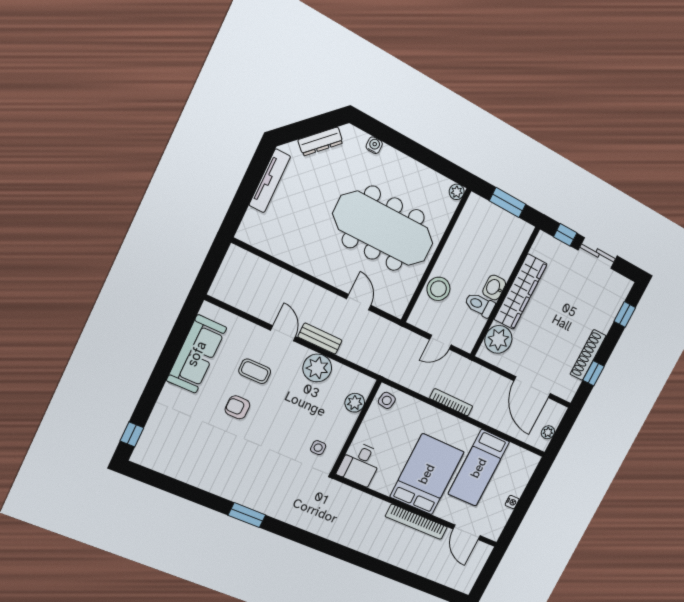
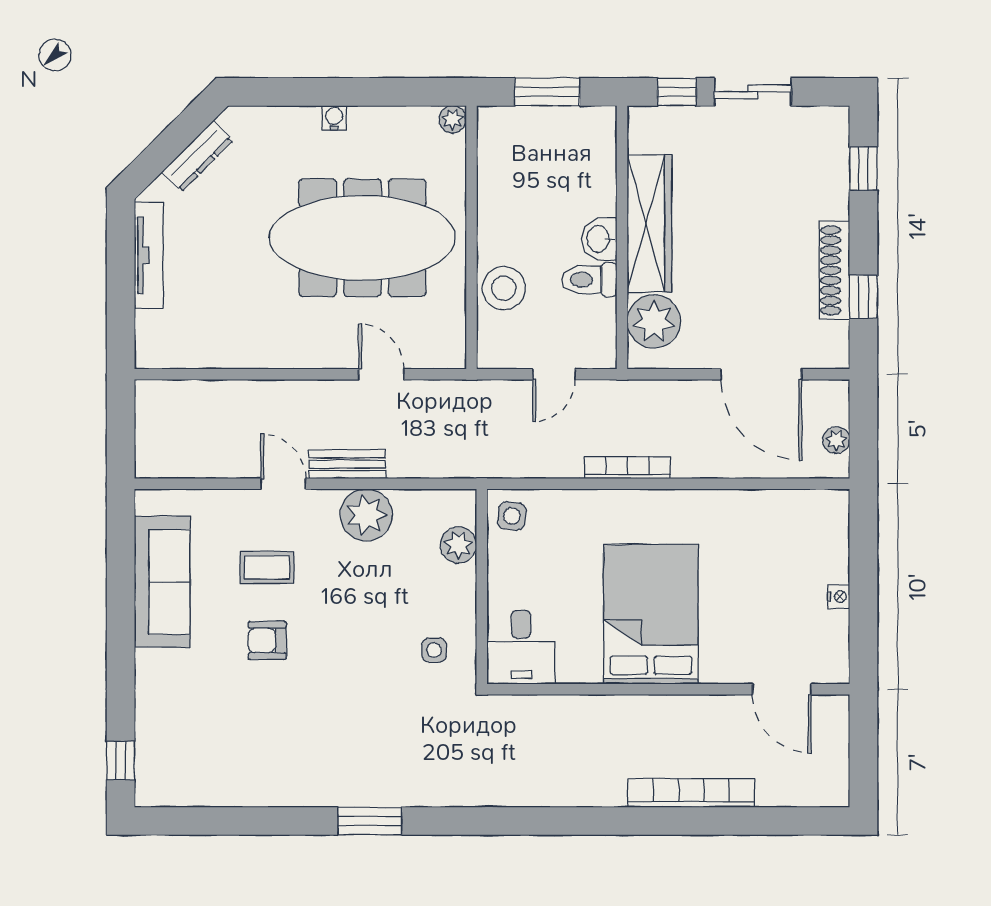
water cooler: (374, 145) -> (334, 118), moved
bed: (479, 468) -> (740, 561), removed
bookcase: (416, 522) -> (691, 793), moved, turned 180

